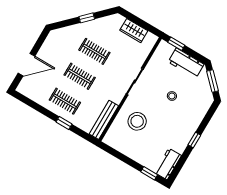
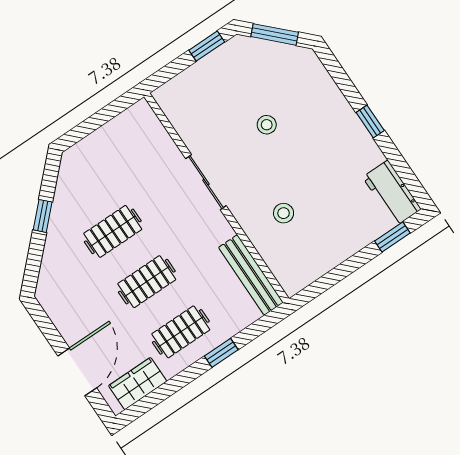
wardrobe: (134, 31) -> (138, 384), moved, turned 180
window: (176, 44) -> (207, 46), moved
workbench: (186, 63) -> (217, 68), removed
stool: (137, 121) -> (284, 213), width x0.53, depth x0.53

